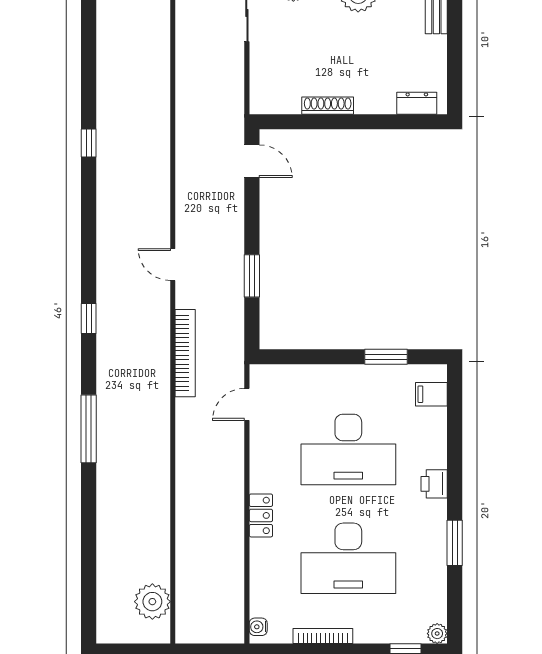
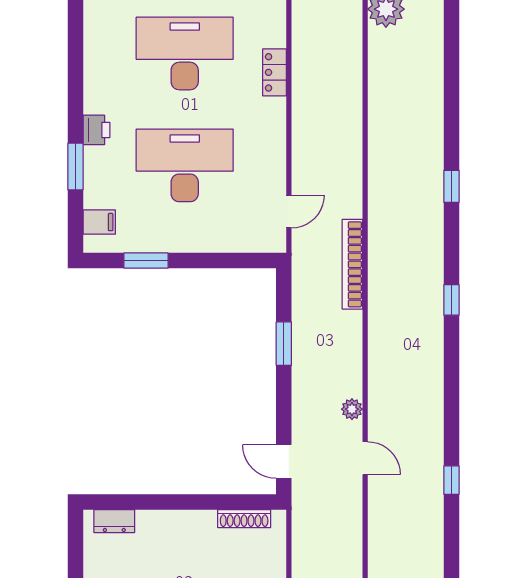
shoe rack: (328, 106) -> (244, 519), moved
plant: (185, 212) -> (352, 409), added
door: (173, 265) -> (365, 458), moved
window: (89, 429) -> (451, 186), width x0.46
locker: (261, 515) -> (274, 72), moved
window: (455, 543) -> (75, 166), moved

